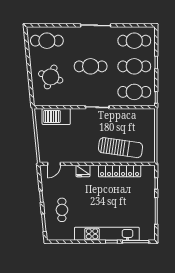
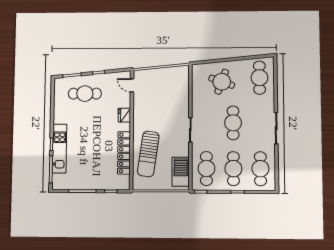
barbecue: (56, 117) -> (181, 172), moved
cafe table: (62, 210) -> (85, 94), width x1.37, depth x1.35
kitchen unit: (107, 234) -> (59, 148), width x0.73

